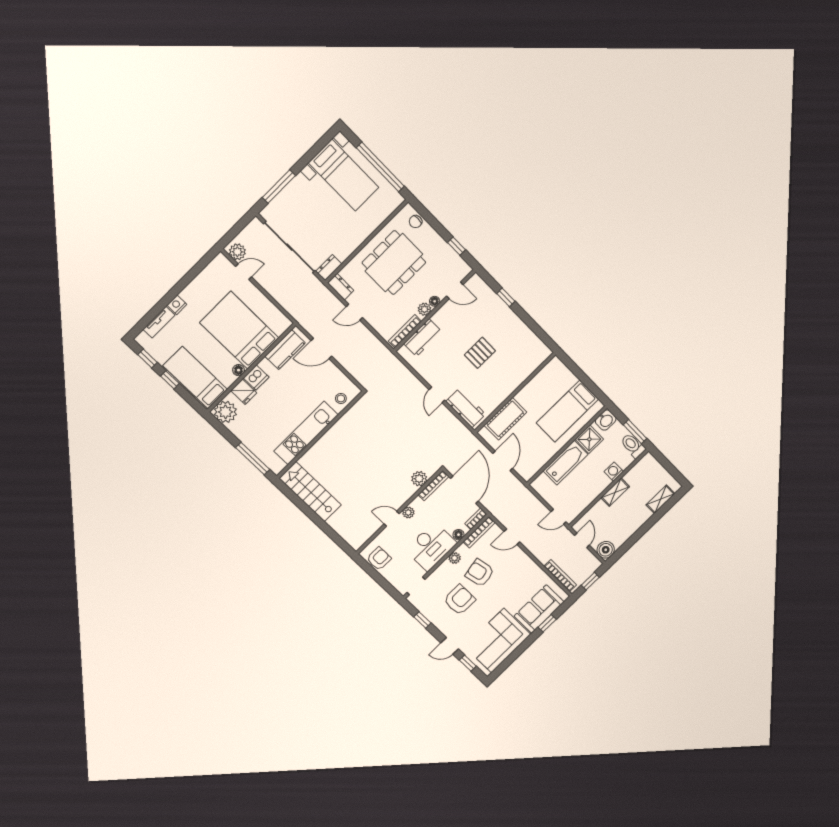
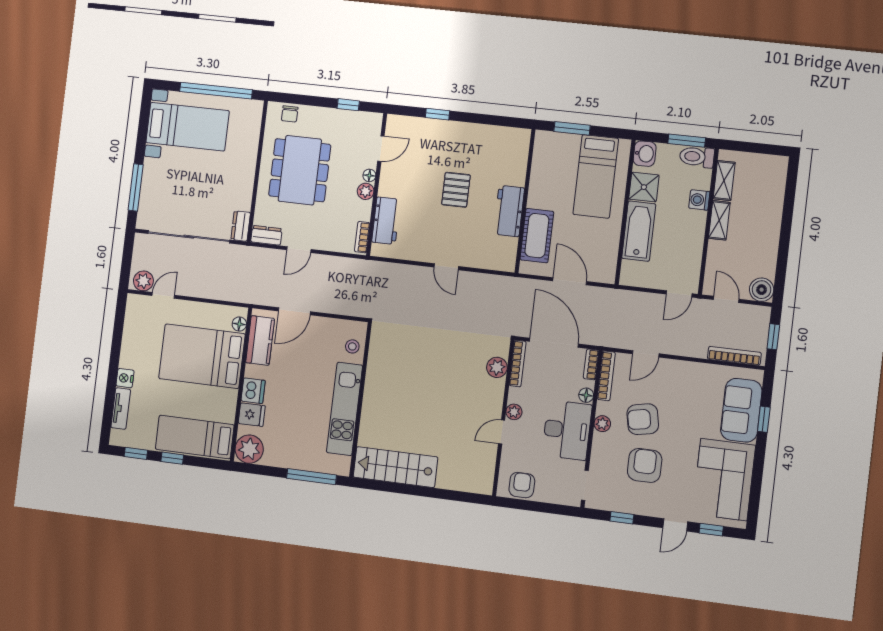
bookcase: (405, 331) -> (362, 237), width x0.64
floor lamp: (239, 370) -> (239, 324), moved
window: (577, 371) -> (572, 128), added
workbench: (466, 408) -> (509, 211), moved, turned -90
shelving: (660, 499) -> (724, 181), moved

